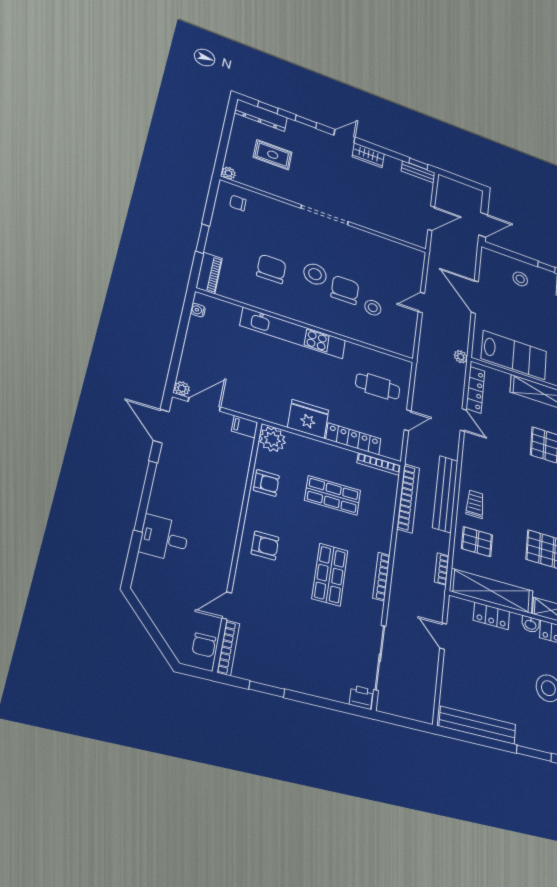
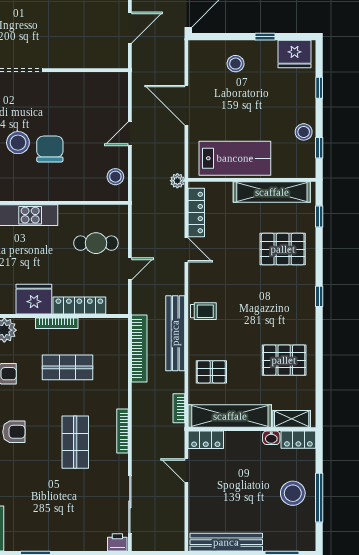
stool: (373, 308) -> (115, 177), moved
bookcase: (379, 464) -> (57, 323), moved
trolley: (475, 504) -> (203, 311), moved, turned 90
locker: (491, 616) -> (206, 440), moved

